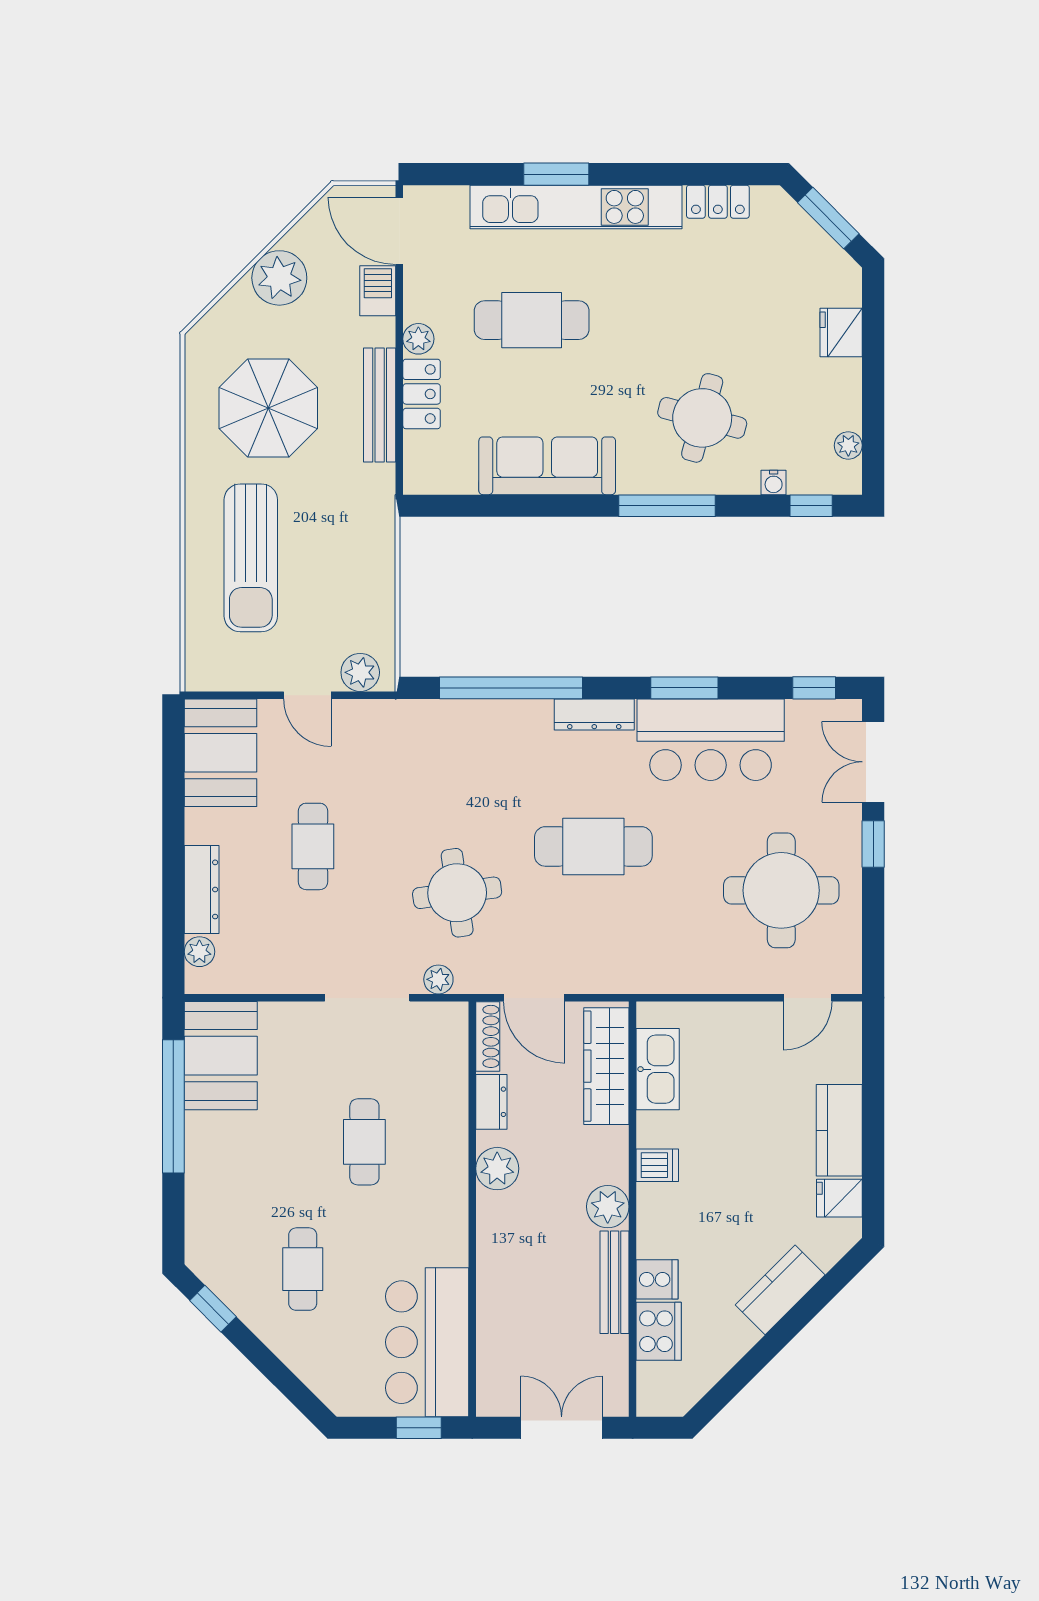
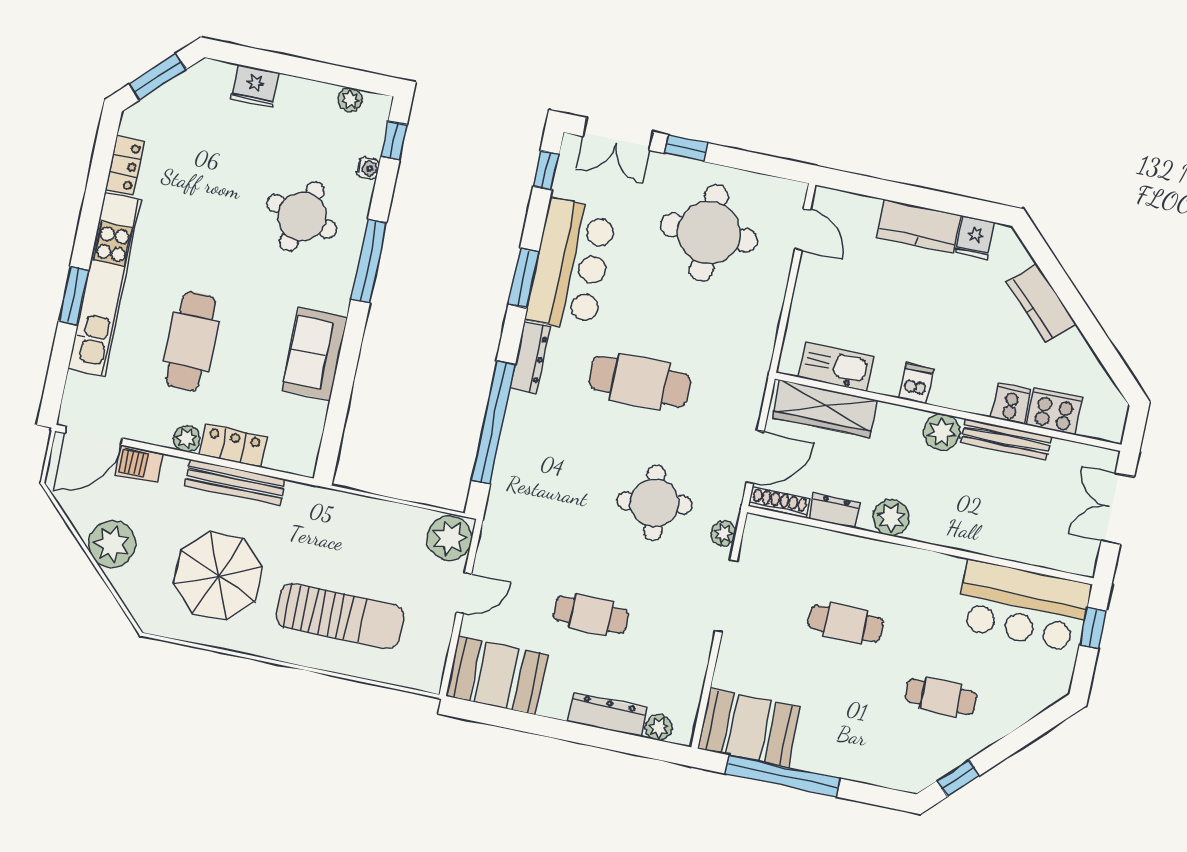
sofa: (547, 466) -> (315, 354), width x0.73
plant: (360, 672) -> (450, 538), width x1.36, depth x1.36
cafe table: (593, 846) -> (640, 381), turned 90

